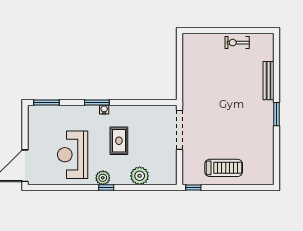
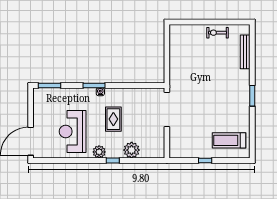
bench: (269, 81) -> (245, 52), moved
treadmill: (224, 168) -> (229, 140), moved, turned 180
window: (106, 188) -> (113, 160), moved
window: (193, 188) -> (205, 160), moved

